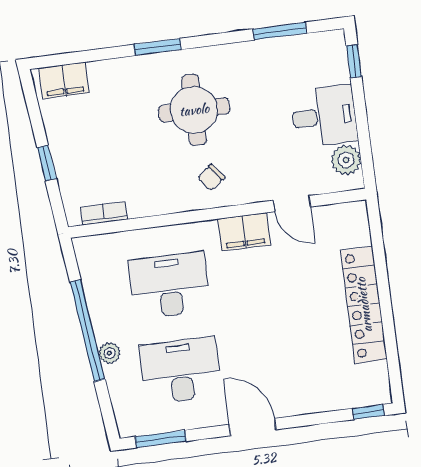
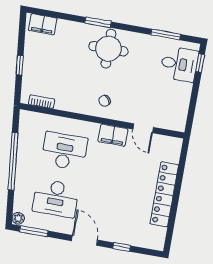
round table: (194, 110) -> (108, 49), moved
desk: (324, 116) -> (179, 64), moved
plant: (346, 160) -> (179, 114), removed
plant: (110, 353) -> (18, 218), moved
desk: (181, 371) -> (56, 198), turned 180
window: (368, 412) -> (122, 247), moved

